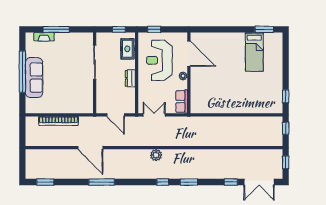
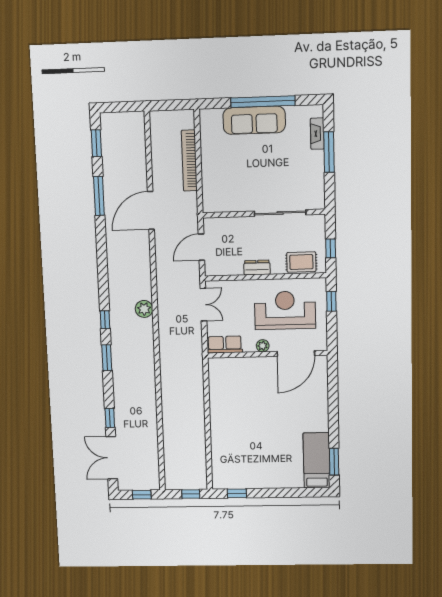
bed: (254, 52) -> (317, 460), moved, turned 90
window: (102, 182) -> (99, 196), moved

